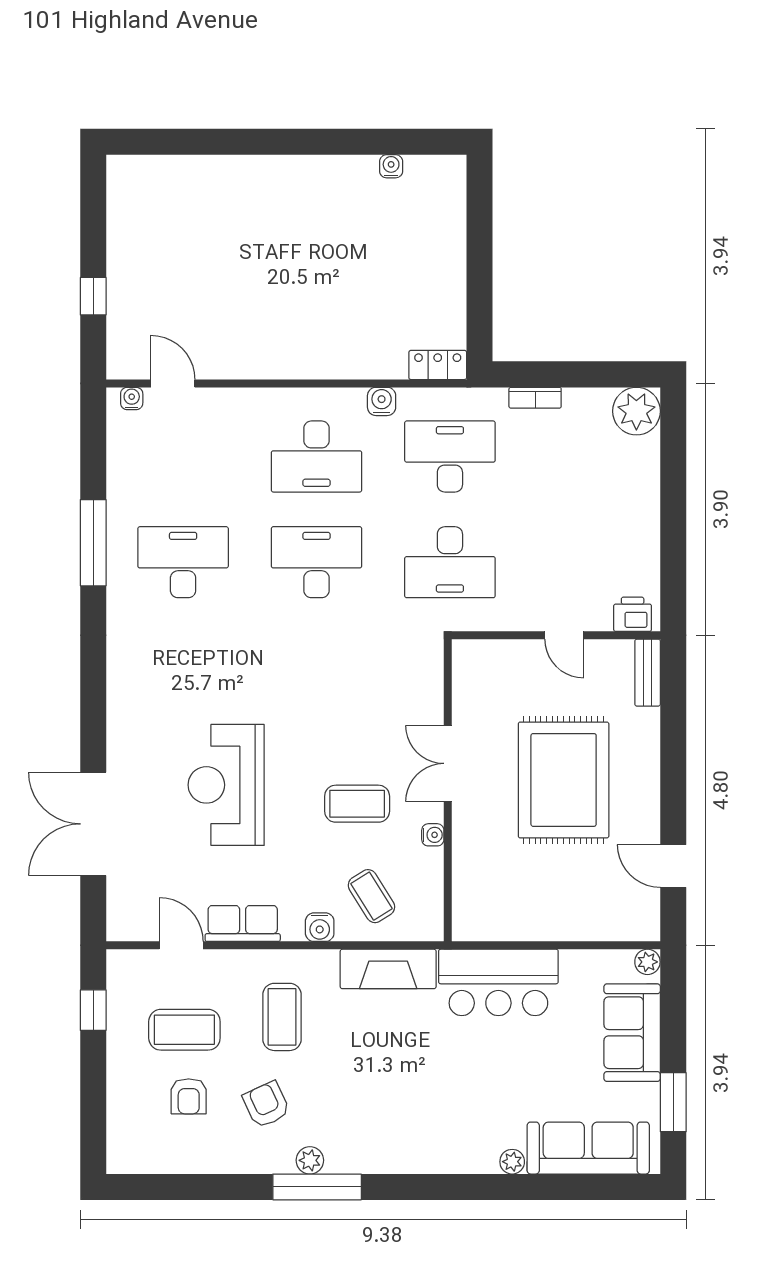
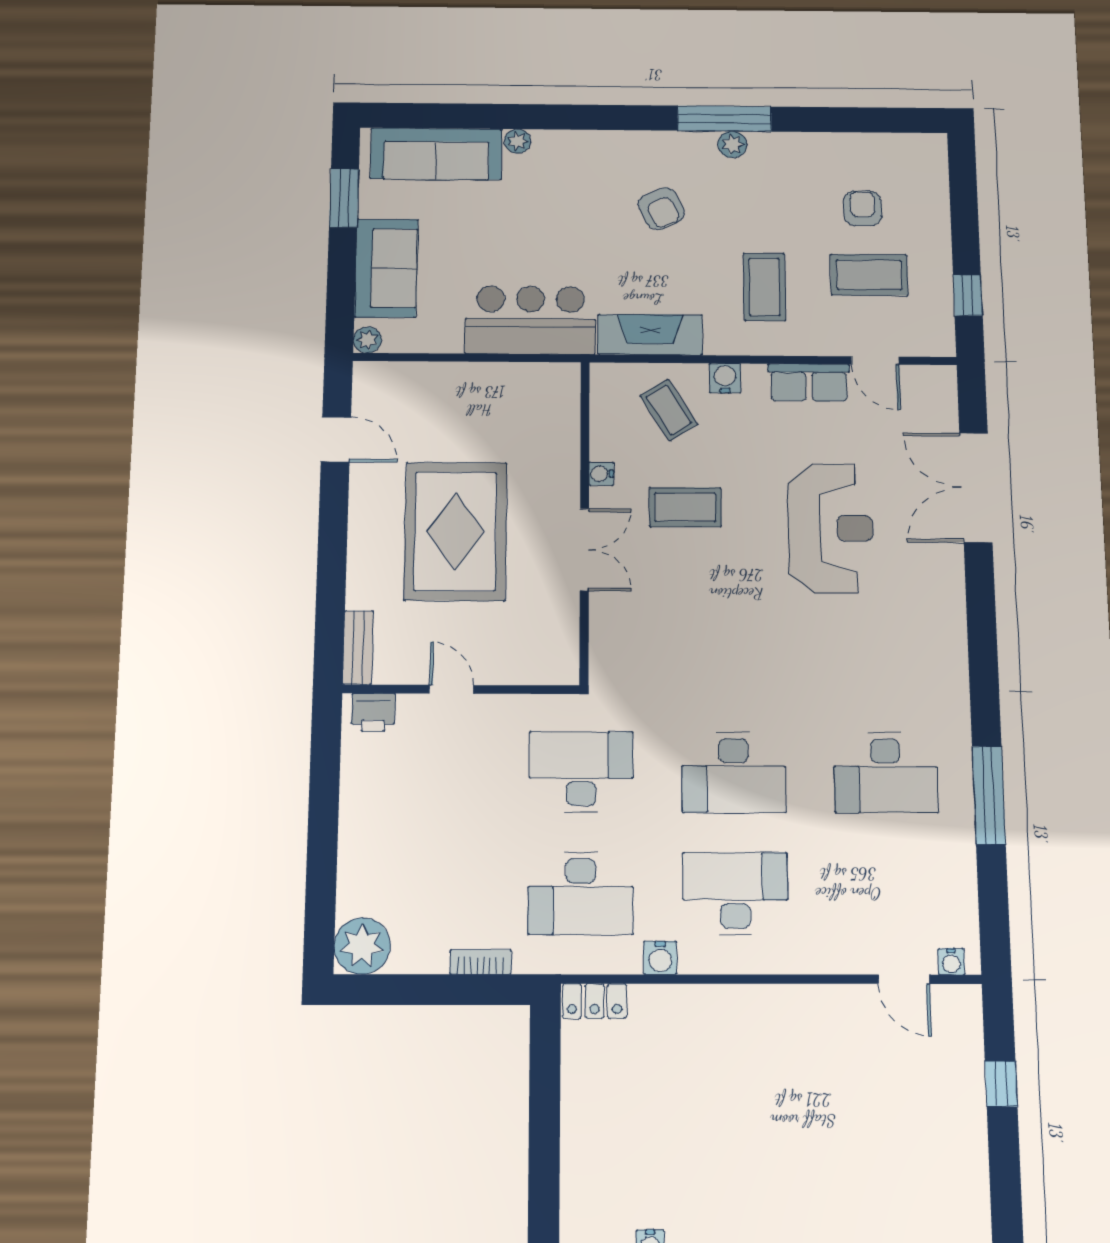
double door: (93, 824) -> (976, 488), swing flipped
armchair: (266, 1105) -> (661, 209), moved

